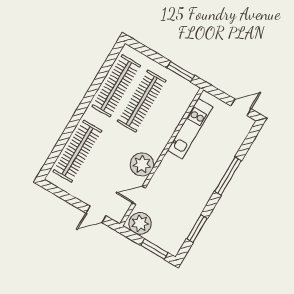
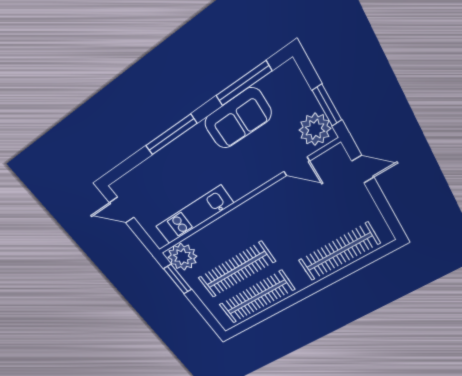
plant: (142, 164) -> (183, 257), moved
sofa: (191, 207) -> (238, 118), added
window: (197, 229) -> (244, 83), width x1.44
window: (154, 249) -> (327, 105), moved

